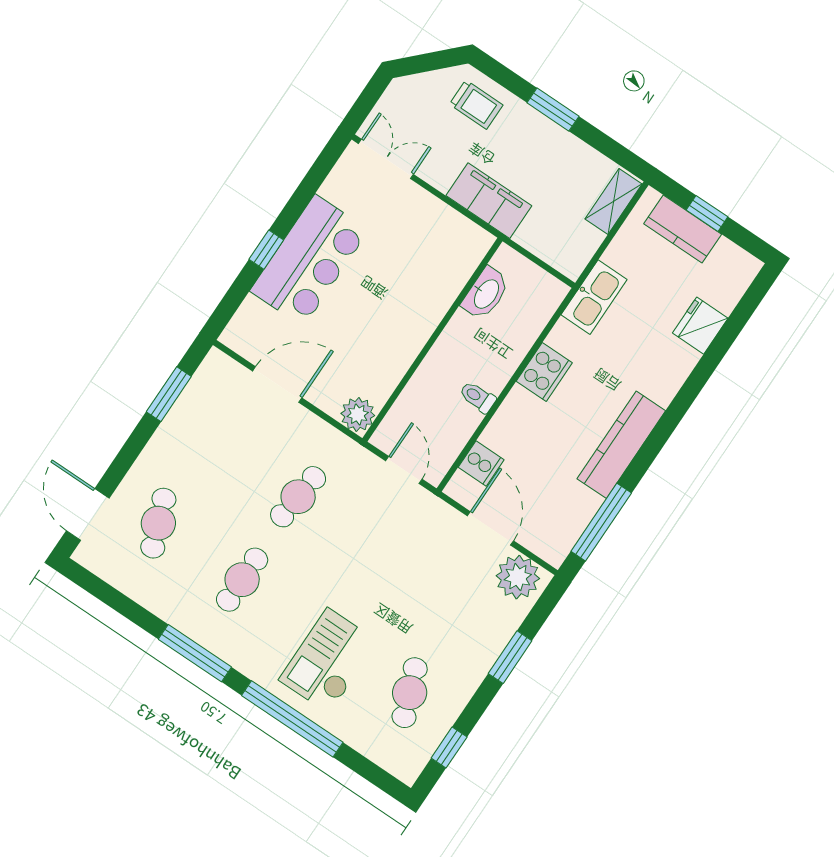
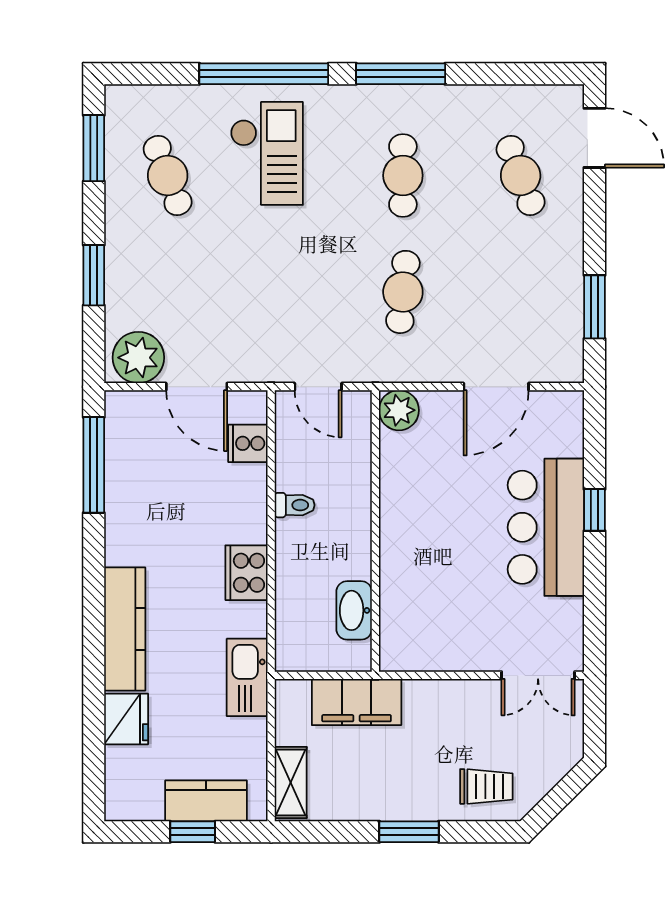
trolley: (476, 105) -> (486, 786), turned 180
filing cabinet: (489, 201) -> (357, 702), moved
kitchen counter: (621, 445) -> (125, 629), moved
window: (449, 748) -> (94, 148), width x1.50

